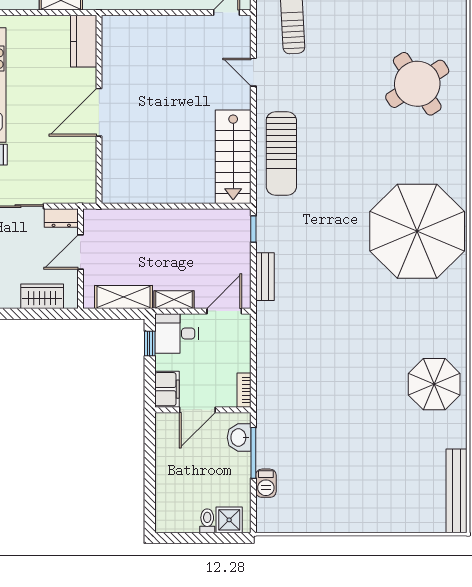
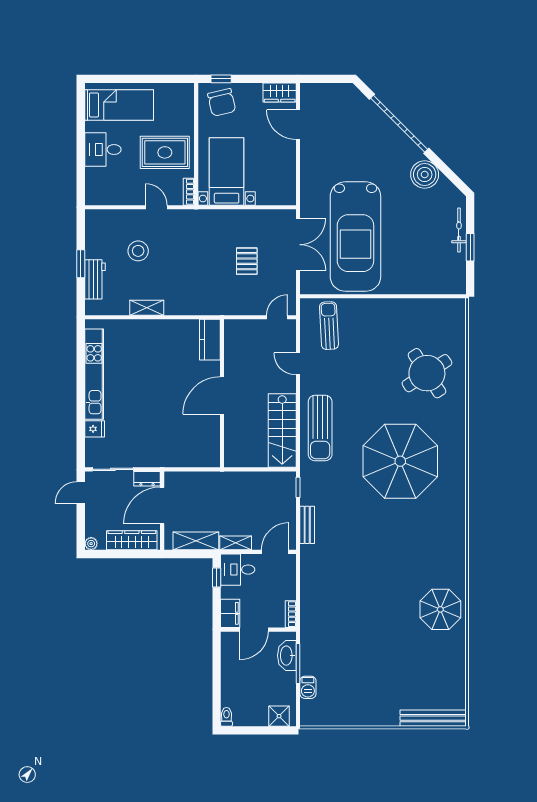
kitchen counter: (84, 41) -> (210, 340), moved
wall: (99, 109) -> (222, 393), moved
door: (99, 112) -> (222, 396), moved
parasol: (417, 231) -> (400, 461), moved
door: (80, 252) -> (162, 505), width x1.36
wardrobe: (42, 296) -> (132, 540), width x1.50
washbasin: (239, 437) -> (287, 656), width x1.38
bench: (456, 491) -> (433, 718), moved, turned 90
toilet: (207, 521) -> (226, 717), moved

